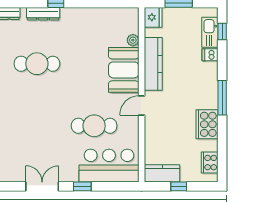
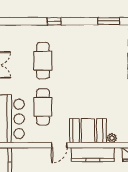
cafe table: (37, 64) -> (43, 61), moved
door: (142, 105) -> (59, 145), swing flipped

